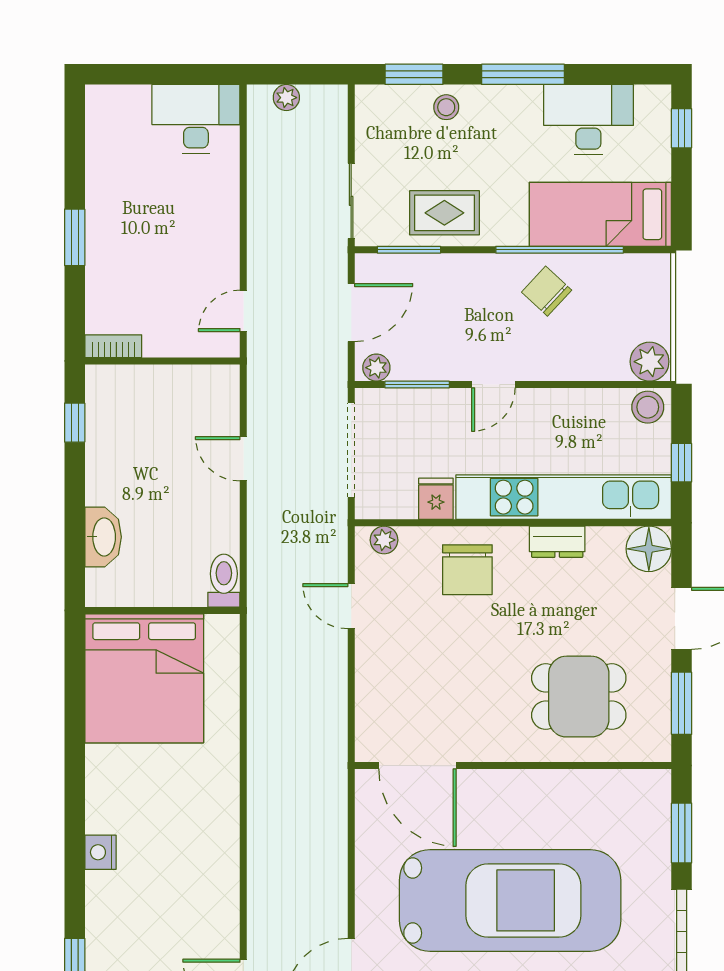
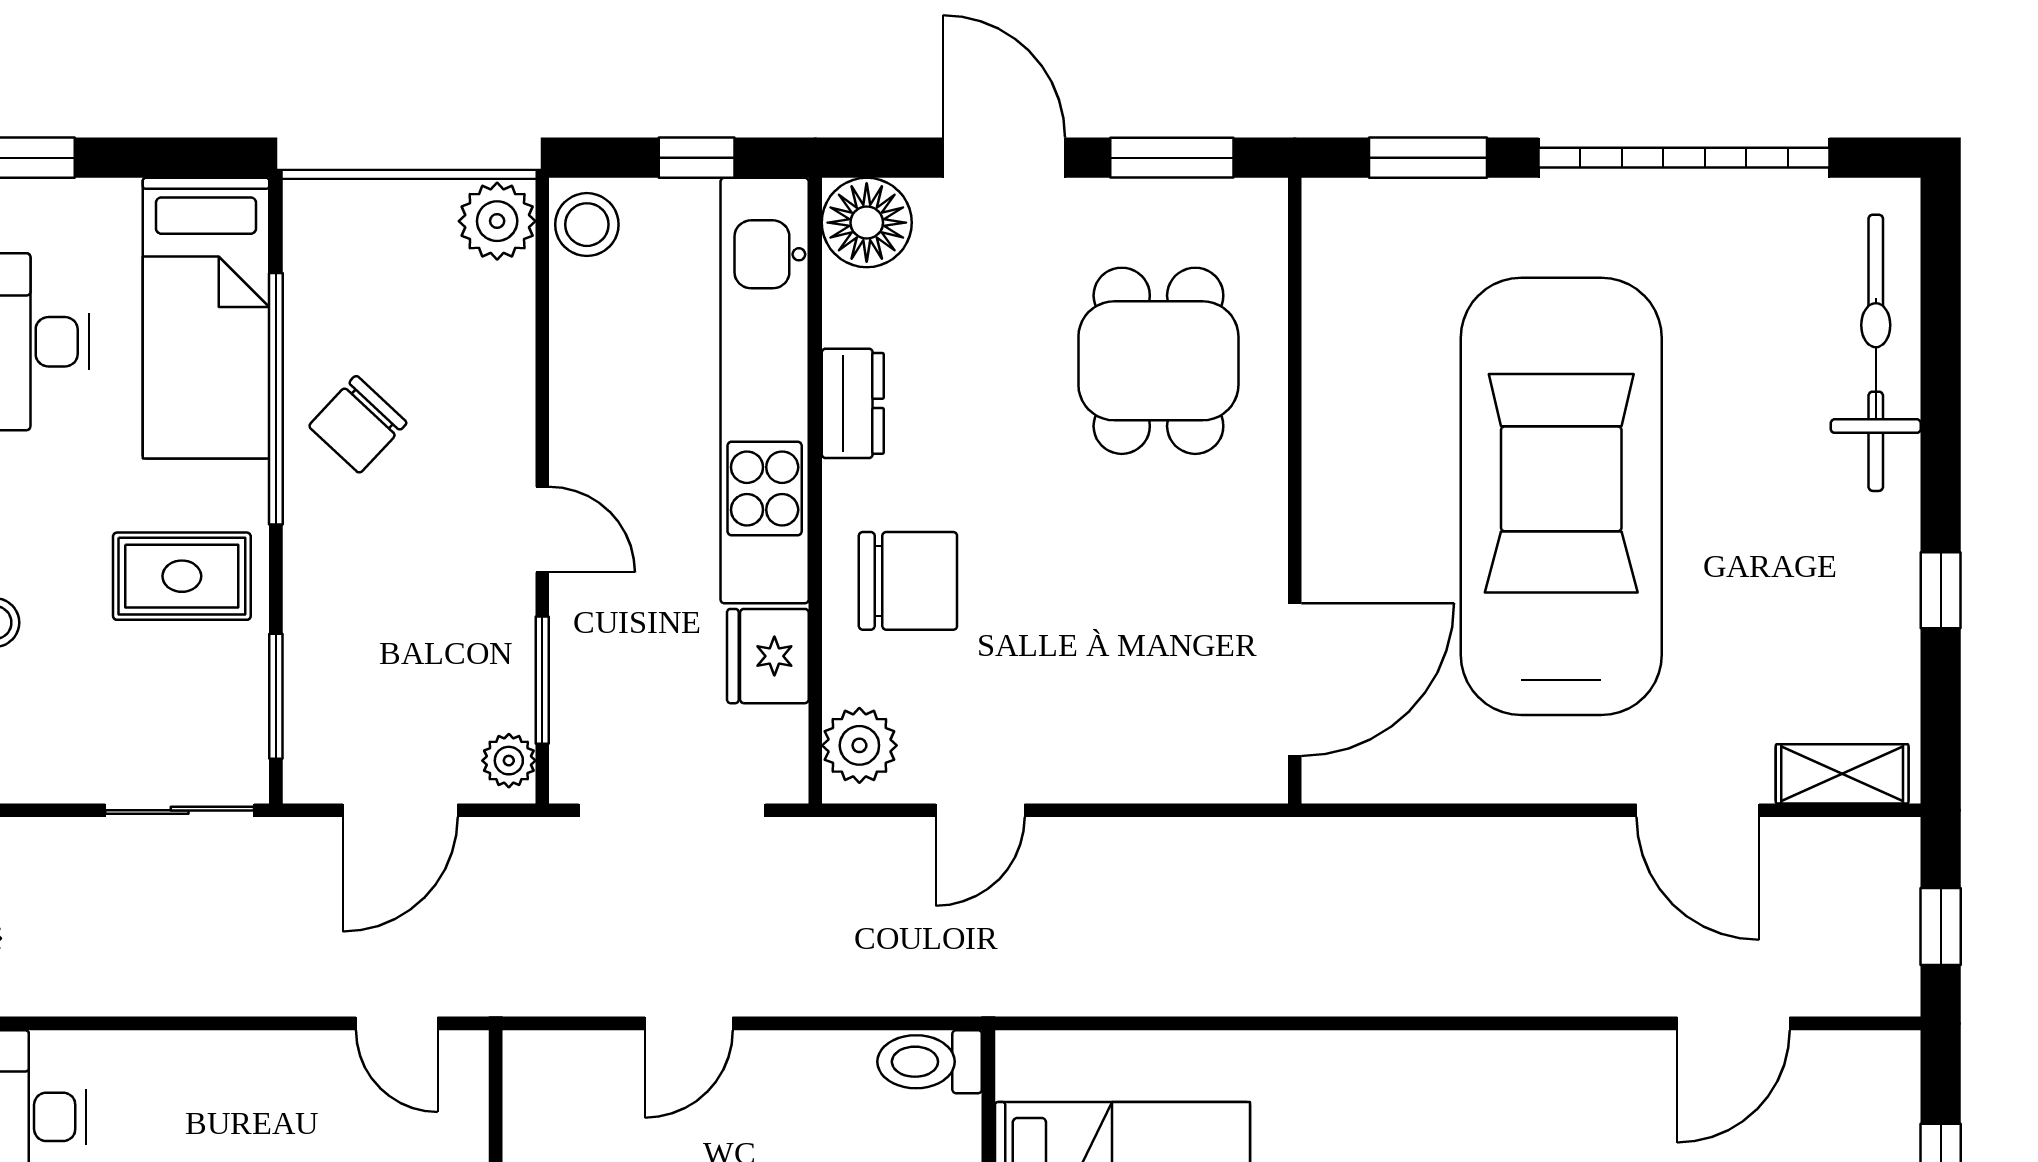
rug: (444, 213) -> (182, 576), moved, turned 90
door: (351, 313) -> (400, 810), swing flipped
fridge: (436, 499) -> (768, 656), width x1.38
plant: (384, 540) -> (859, 745), width x1.38, depth x1.38

